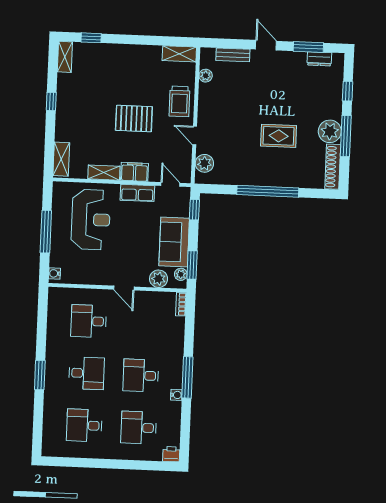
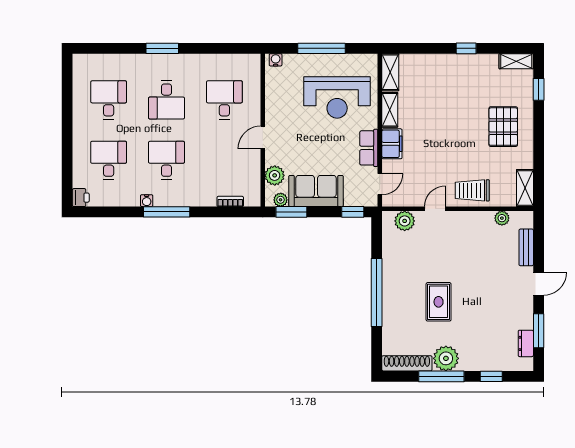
pallet: (134, 119) -> (503, 127), moved
shelving: (61, 159) -> (390, 72), moved, turned 90
bookcase: (181, 304) -> (230, 201), moved

